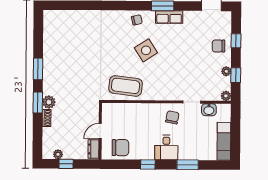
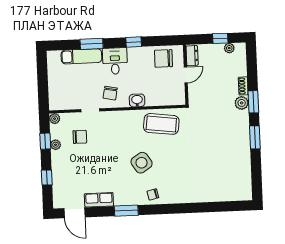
row of seats: (169, 17) -> (99, 200), moved
chair: (219, 46) -> (80, 137), moved
washbasin: (209, 110) -> (137, 100), moved
exam couch: (224, 141) -> (81, 56), moved, turned 90

